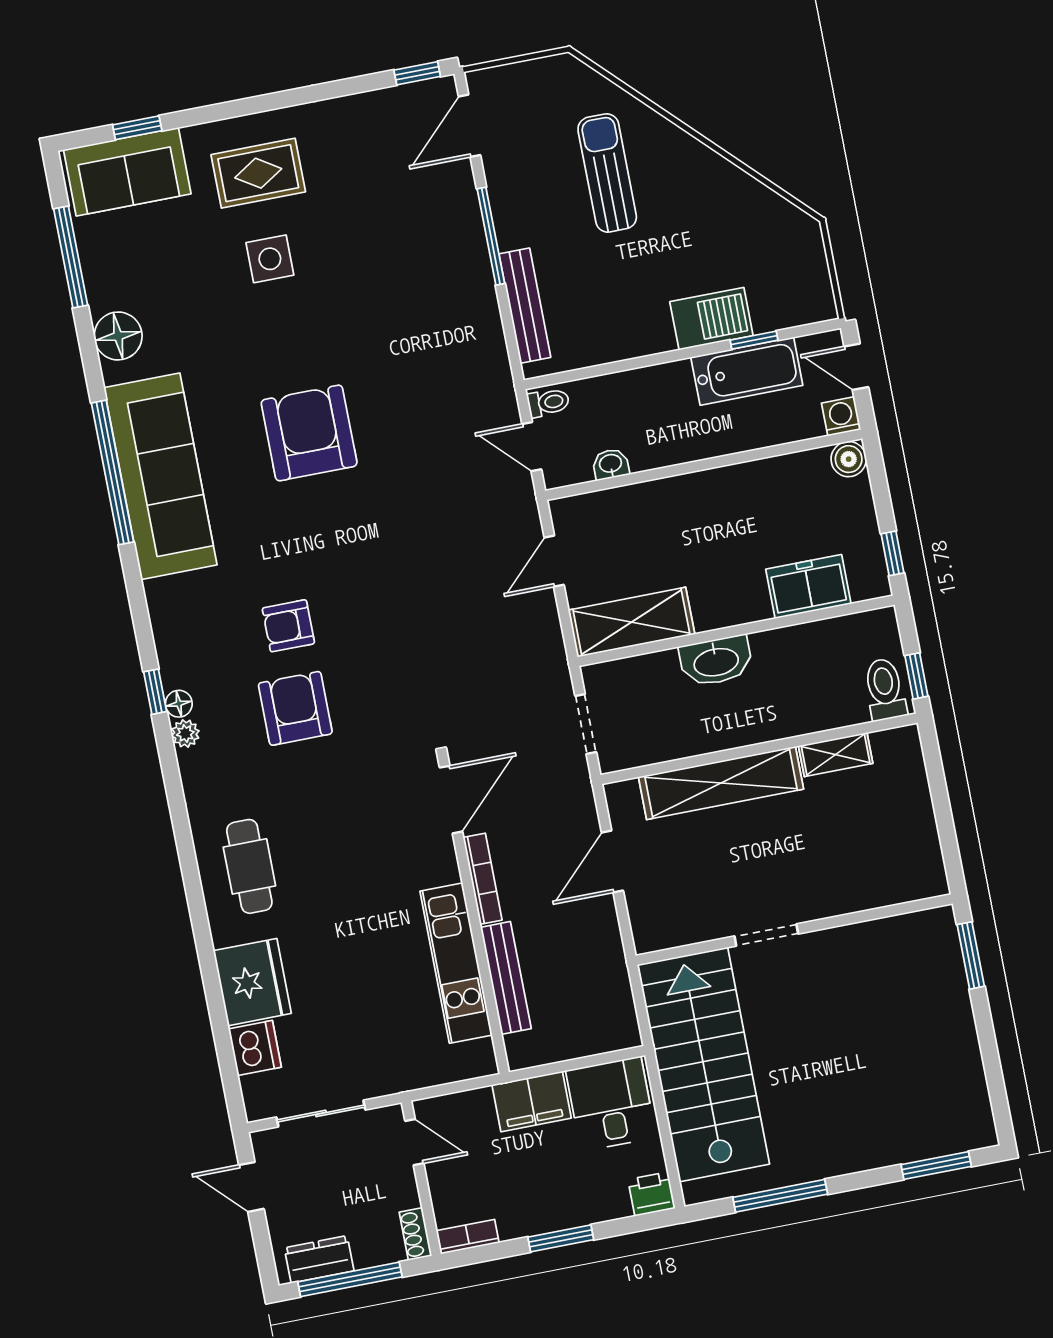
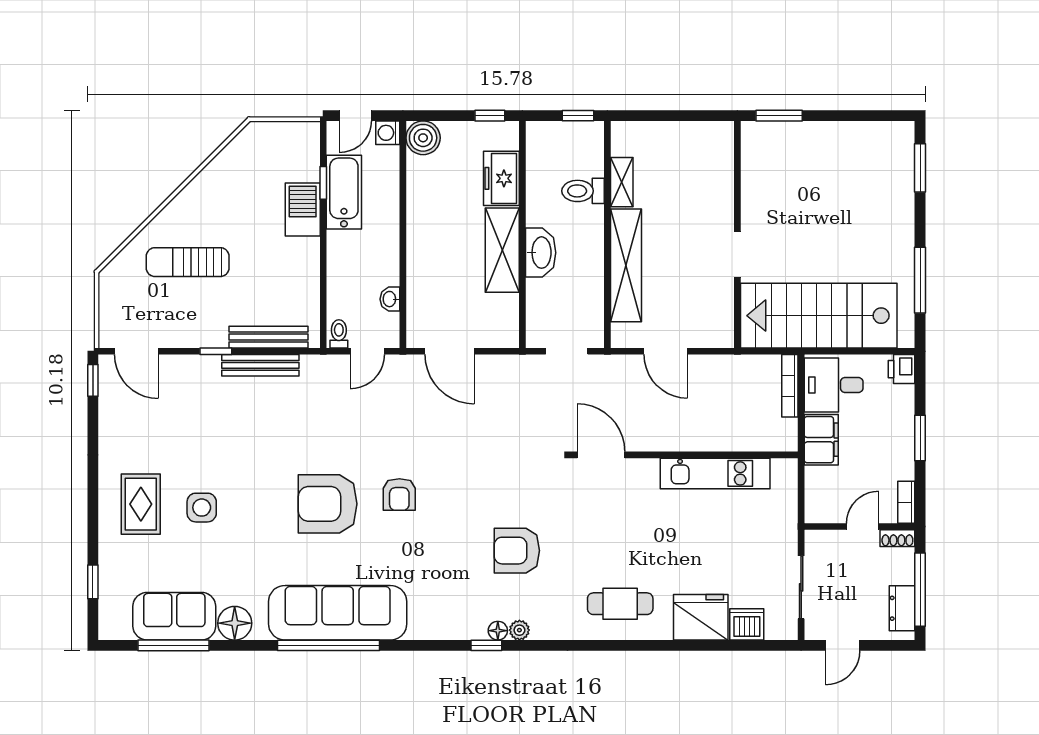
sofa: (127, 172) -> (174, 616), moved, turned -90
window: (491, 236) -> (216, 351), width x0.46
boiler: (849, 459) -> (423, 138), width x1.36, depth x1.36
door: (554, 561) -> (450, 351), width x1.38
shelving: (631, 622) -> (502, 250), moved
armchair: (288, 626) -> (399, 494), moved
toilet: (885, 689) -> (583, 191), moved
bookcase: (483, 879) -> (790, 386), moved, turned -90
bench: (506, 978) -> (260, 365), moved
door: (414, 1142) -> (863, 526), moved

